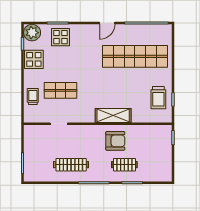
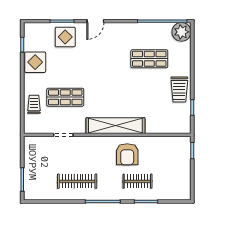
door: (107, 23) -> (95, 21), moved
plant: (32, 33) -> (181, 32), moved
shop shelf: (135, 56) -> (149, 59), width x0.50, depth x0.74
trolley: (158, 98) -> (179, 89), moved
shelving: (113, 115) -> (115, 126), width x1.47
armchair: (115, 141) -> (127, 154), turned 90

